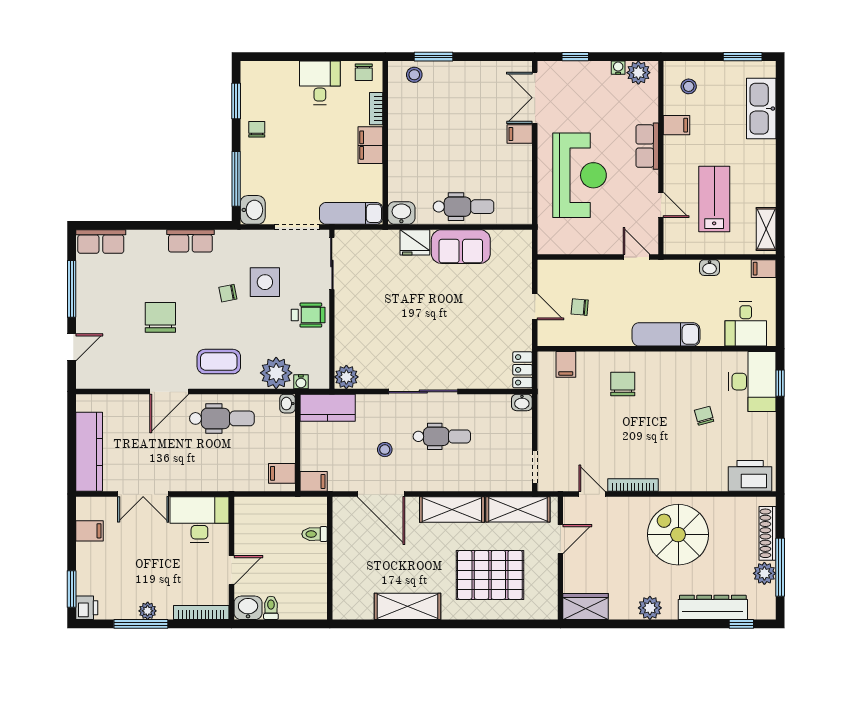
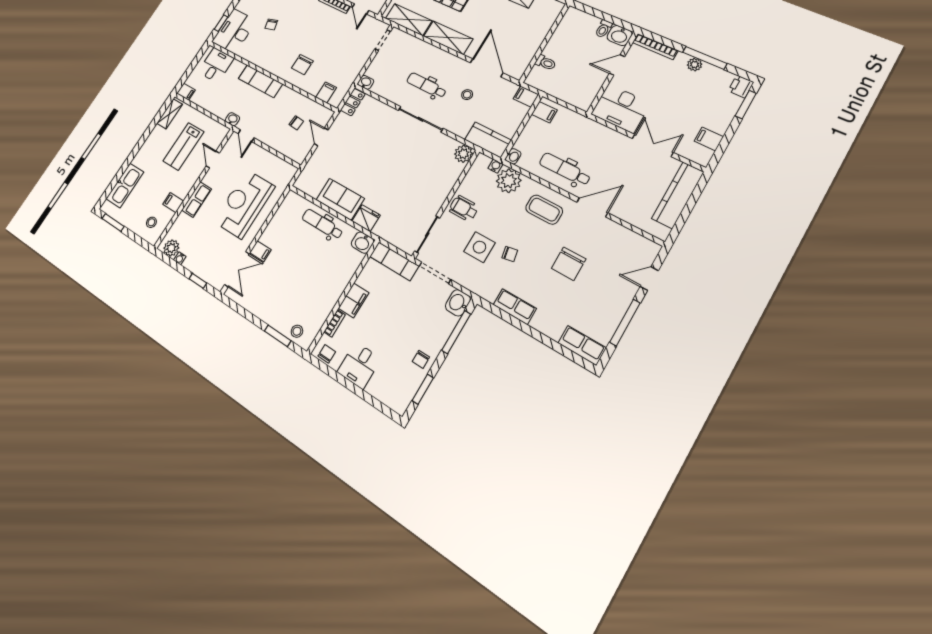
washbasin: (710, 268) -> (232, 119), moved

